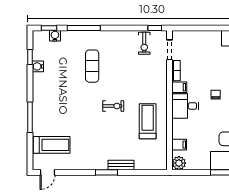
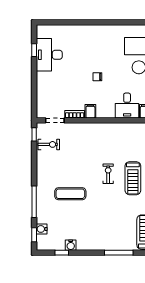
desk: (185, 106) -> (127, 106), moved
treadmill: (148, 121) -> (133, 178), moved, turned -90

